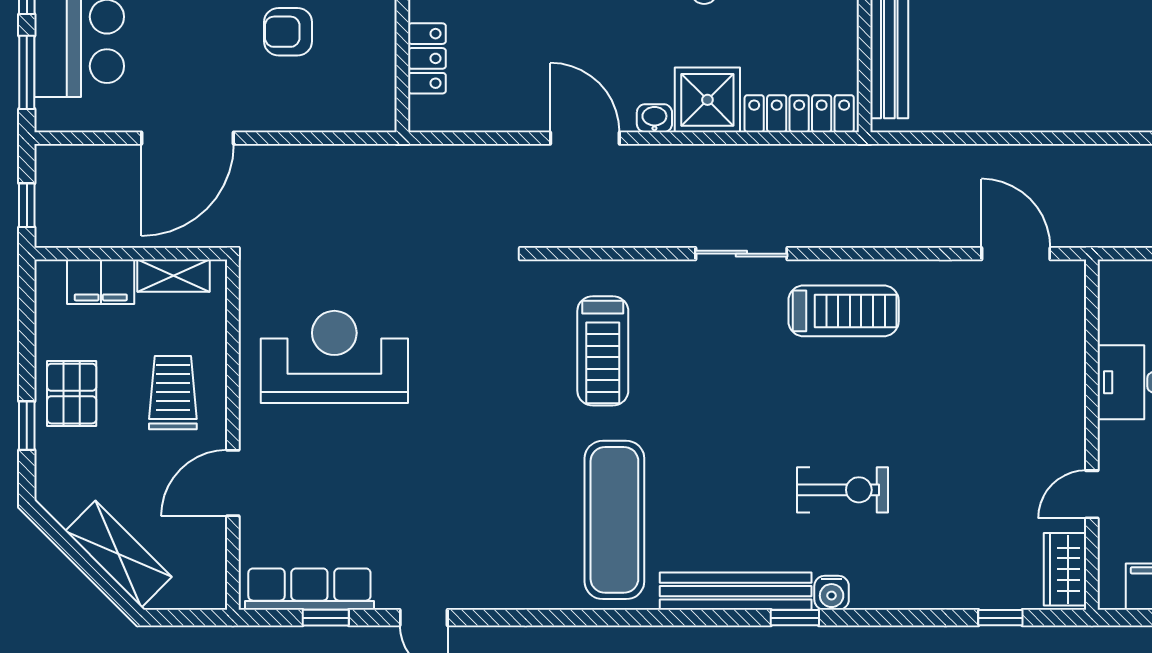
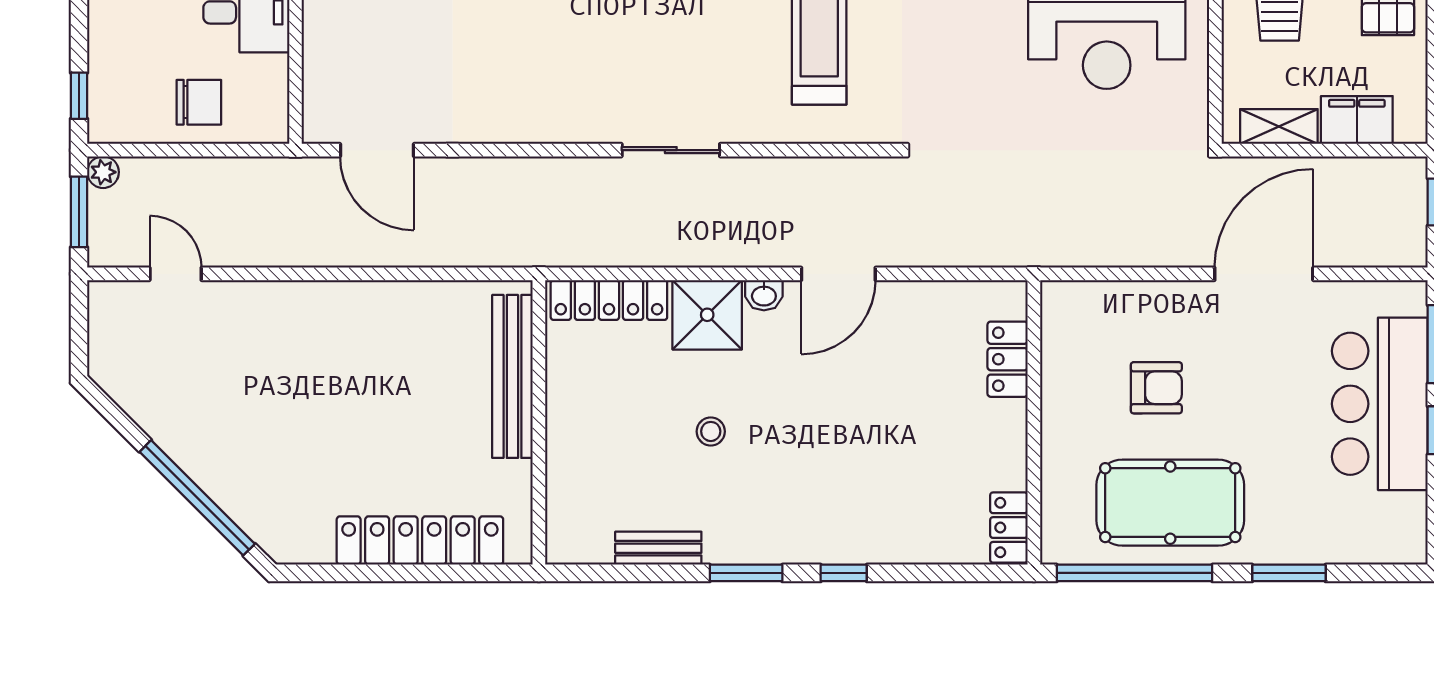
door: (585, 138) -> (838, 274), hinge flipped
treadmill: (844, 311) -> (561, 89), removed

